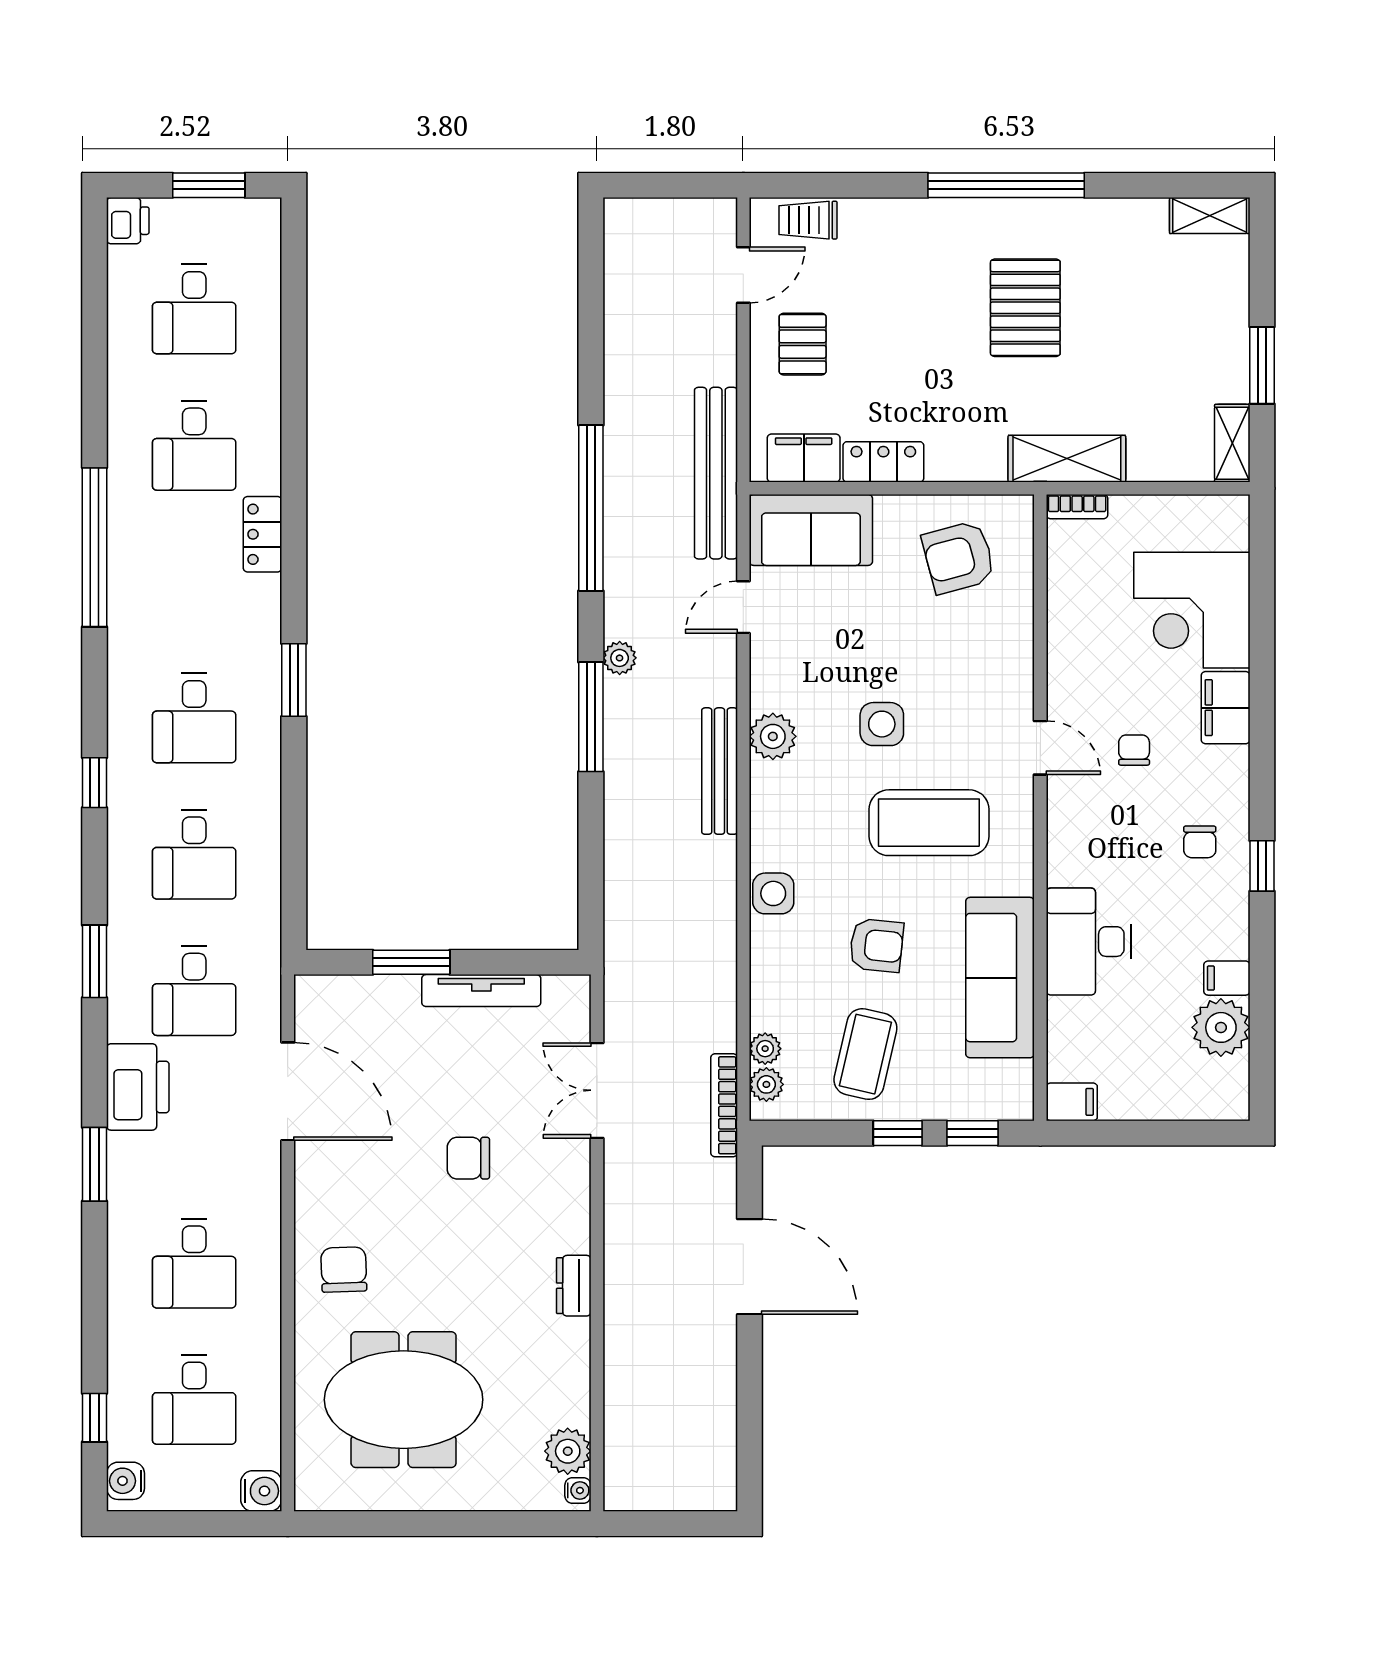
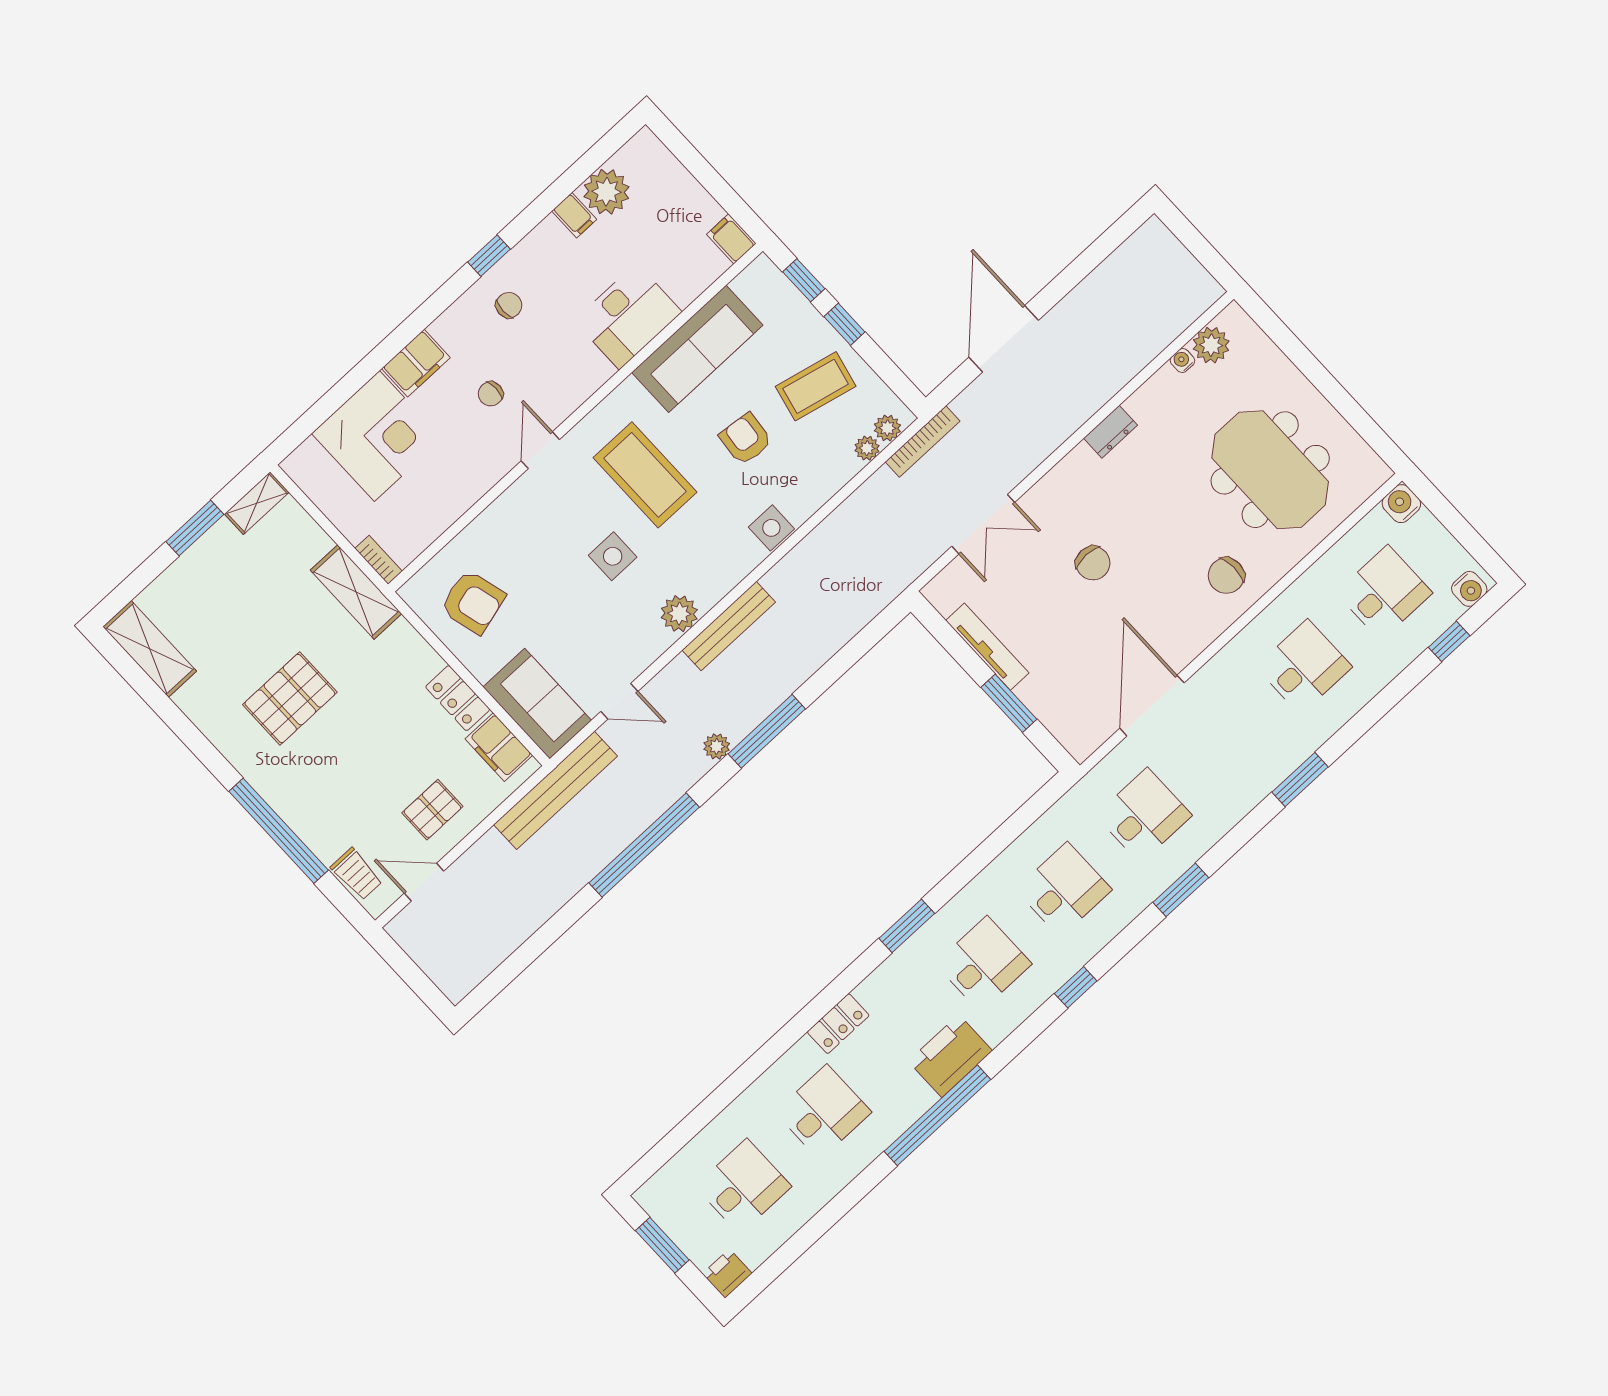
window: (1006, 185) -> (279, 831), moved
shelving: (1210, 216) -> (150, 649), width x1.50, depth x1.33
printer: (138, 1087) -> (950, 1056), moved
water cooler: (578, 1490) -> (1182, 361), moved

